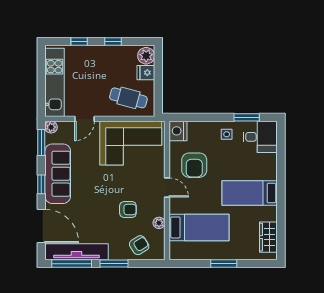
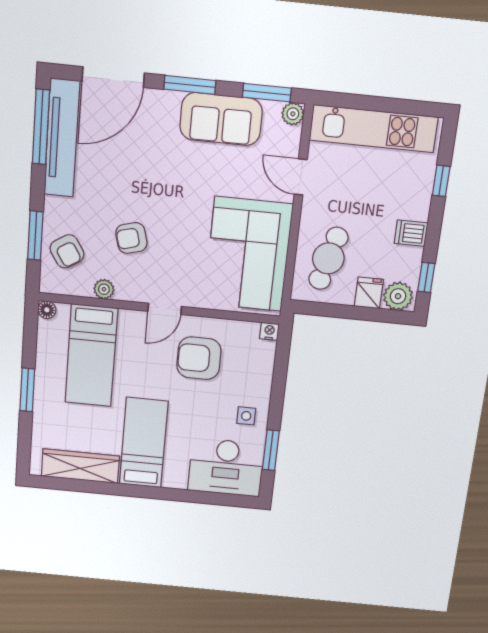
window: (113, 41) -> (426, 277), moved
dishwasher: (110, 54) -> (411, 233), added
nightstand: (178, 131) -> (269, 331), width x0.53, depth x0.56
desk: (260, 137) -> (226, 467), width x1.37
sofa: (58, 174) -> (221, 119), width x0.73
window: (41, 184) -> (190, 85), width x1.50
armchair: (128, 209) -> (131, 238), turned 75
wardrobe: (268, 237) -> (80, 466), width x1.50
floor lamp: (174, 255) -> (47, 310), added
window: (114, 264) -> (35, 236), moved

